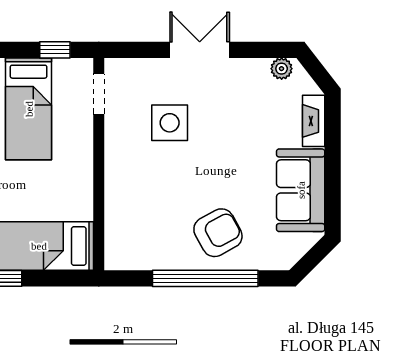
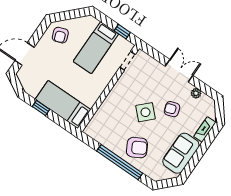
plant: (282, 69) -> (196, 93), moved
side table: (170, 123) -> (145, 112), moved, turned 45
armchair: (233, 125) -> (172, 109), added

